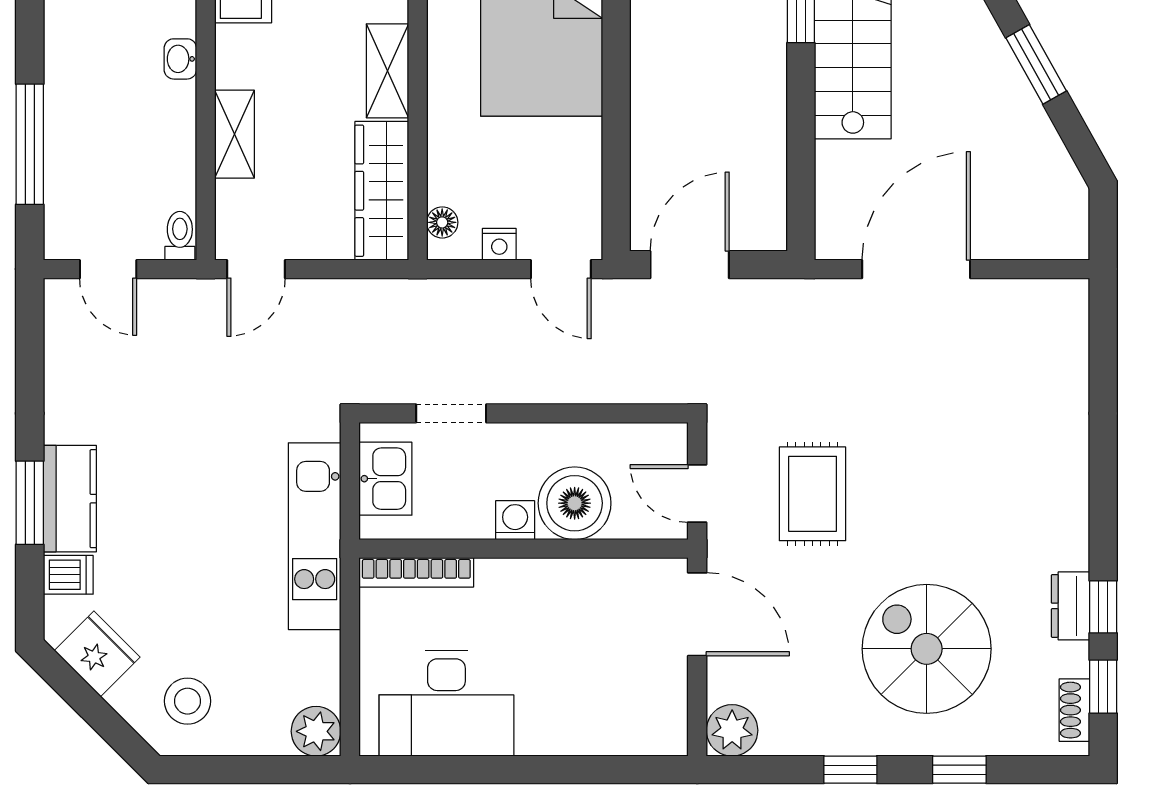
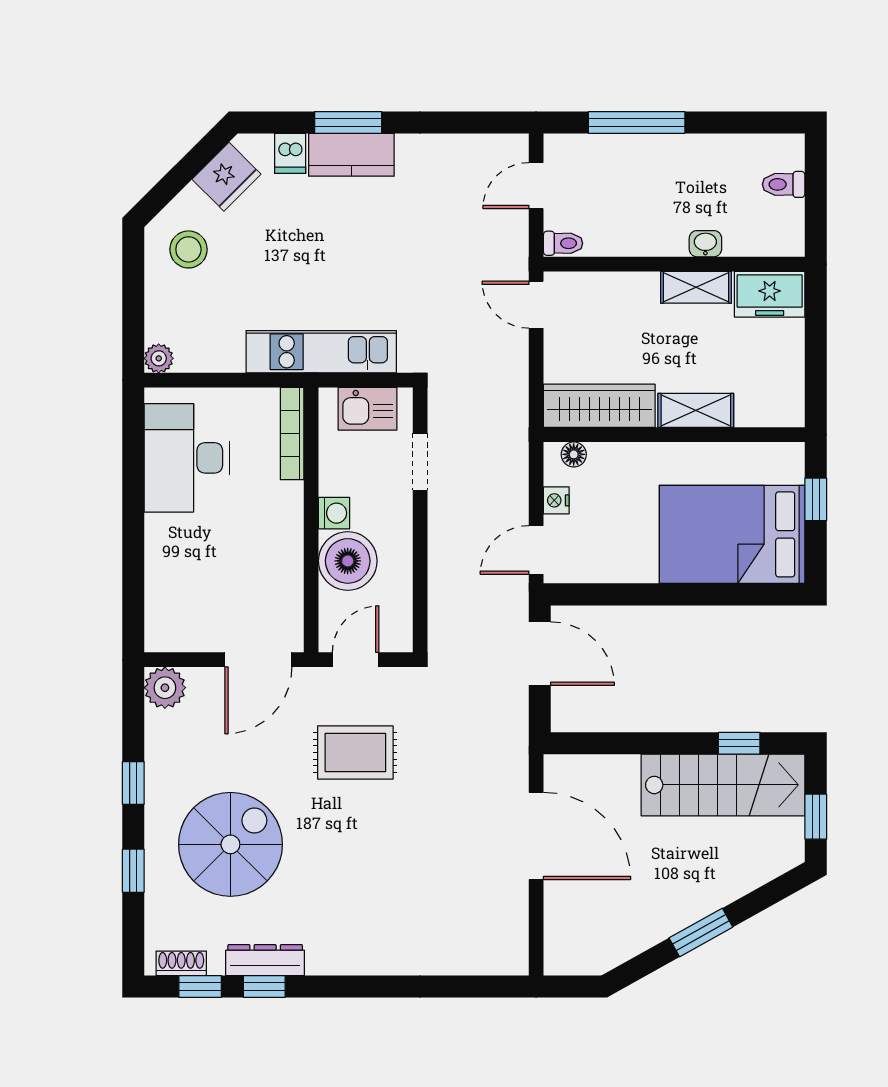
shelving: (235, 134) -> (696, 287), moved
dresser: (1070, 606) -> (265, 960), width x1.44
plant: (316, 731) -> (159, 358), width x0.73, depth x0.73

